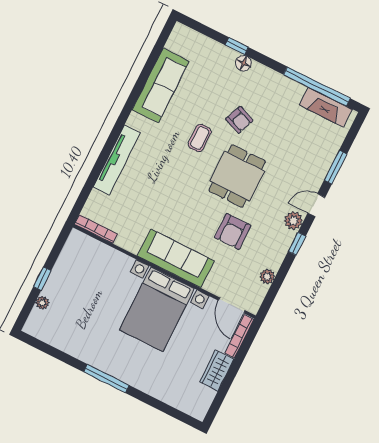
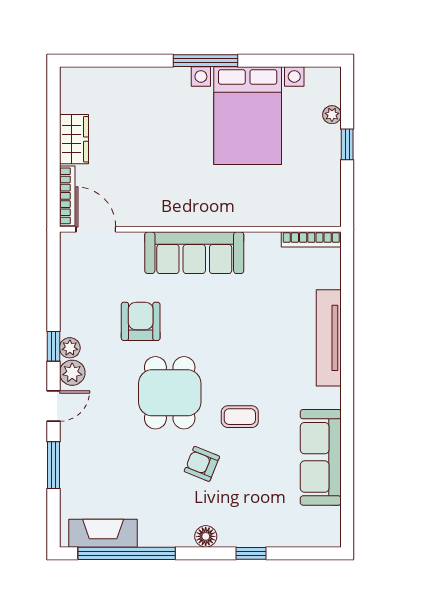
floor lamp: (243, 63) -> (206, 536), moved
coffee table: (200, 138) -> (240, 417), turned 90
plant: (267, 277) -> (70, 348), moved
bed with nightstands: (157, 309) -> (248, 116), moved, turned 180

